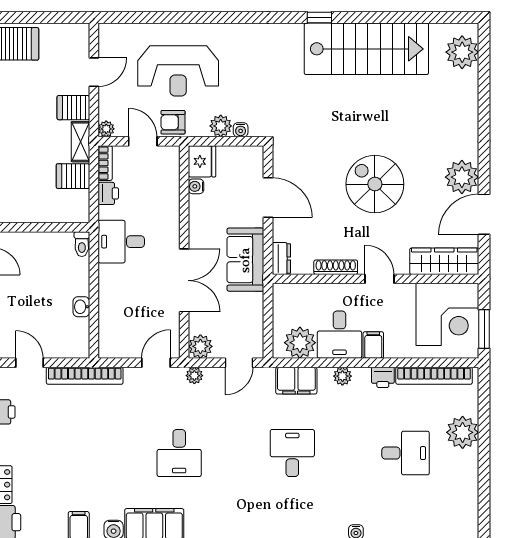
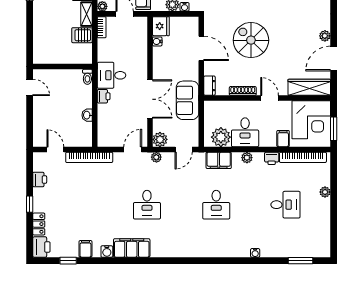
plant: (462, 177) -> (325, 36), width x0.53, depth x0.53
spiral stairs: (375, 184) -> (251, 40), moved
printer: (108, 193) -> (104, 96), moved
sofa: (245, 260) -> (187, 100), moved
filing cabinet: (373, 345) -> (283, 139), moved
plant: (463, 432) -> (325, 192), width x0.53, depth x0.53
desk: (292, 453) -> (216, 205), turned 180

